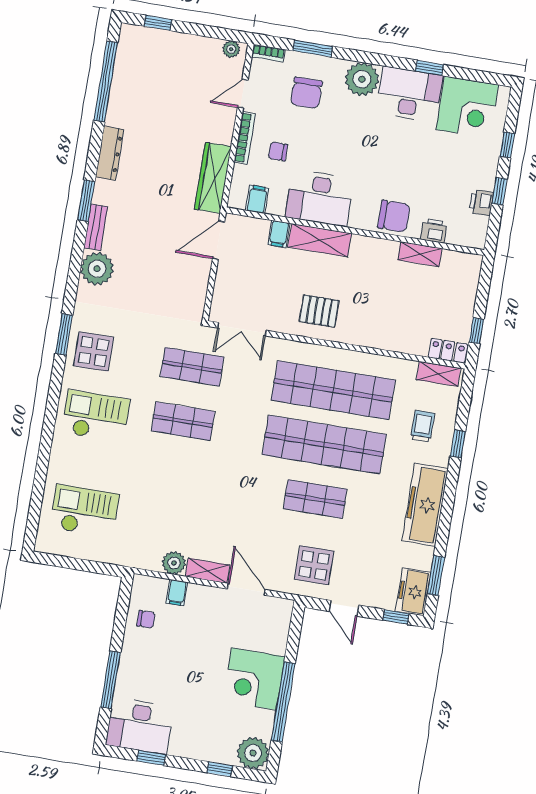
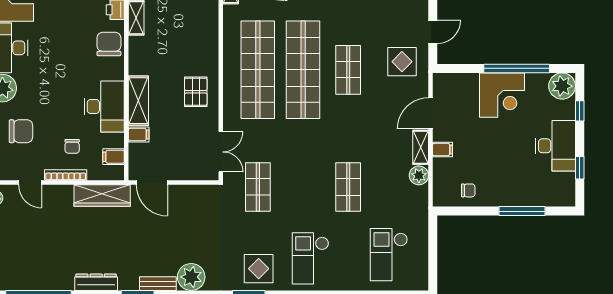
shop shelf: (183, 421) -> (348, 187), moved
filing cabinet: (177, 593) -> (443, 149), moved
chair: (146, 619) -> (468, 190), turned 90
desk: (140, 726) -> (555, 146), moved

